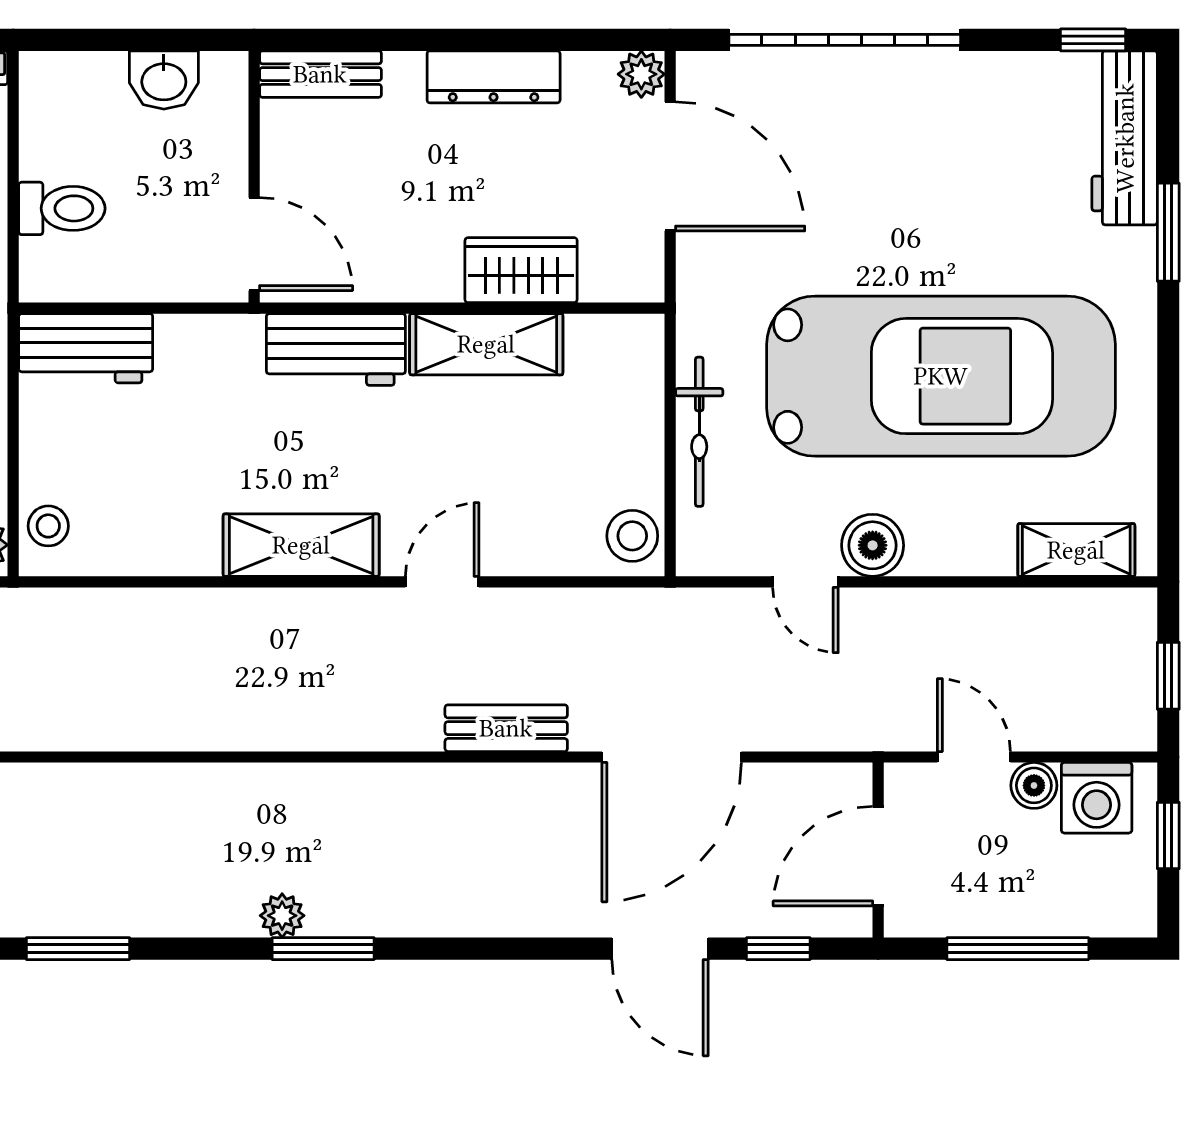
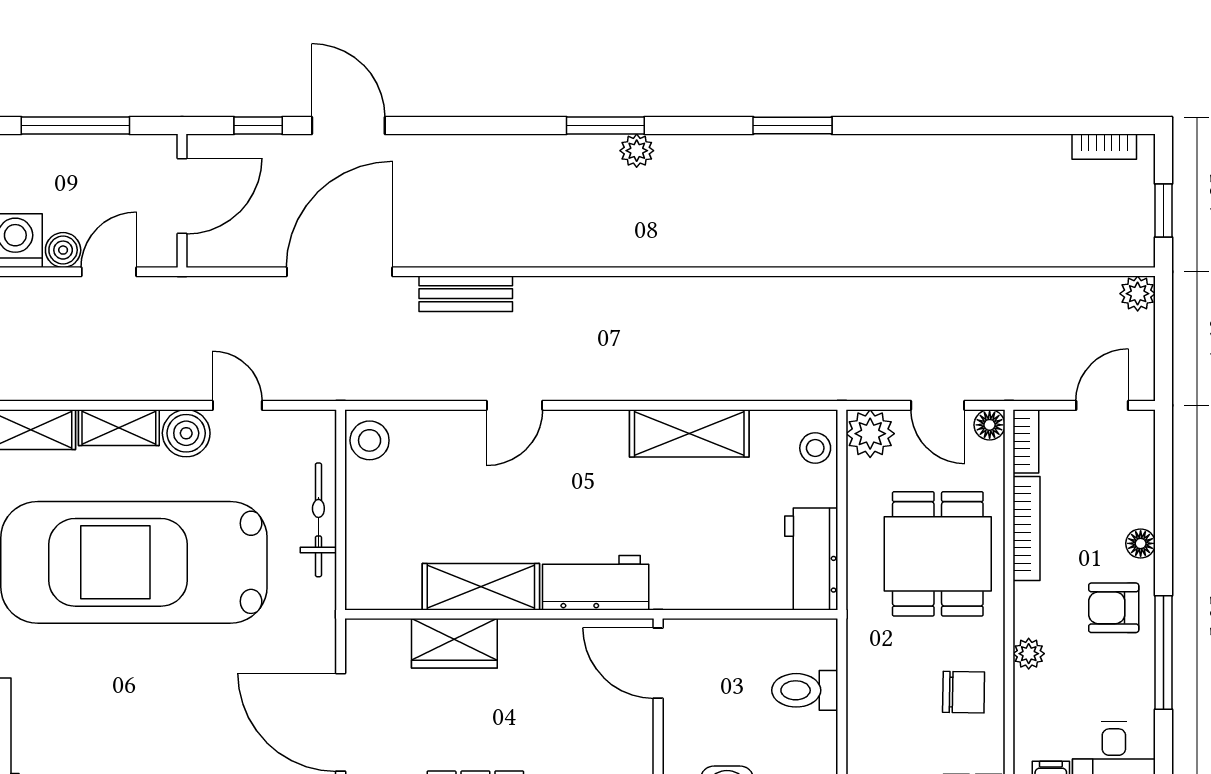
workbench: (86, 348) -> (811, 559), moved, turned -90
shelving: (301, 545) -> (689, 433), moved
shelving: (961, 553) -> (119, 428), added
door: (974, 757) -> (109, 272), swing flipped

